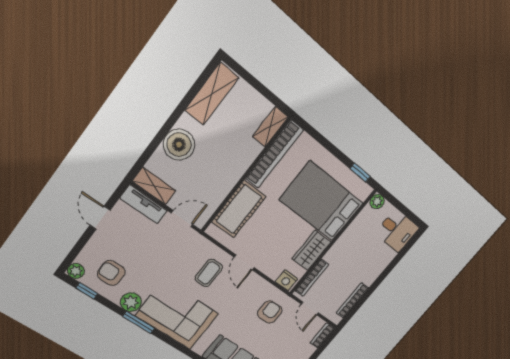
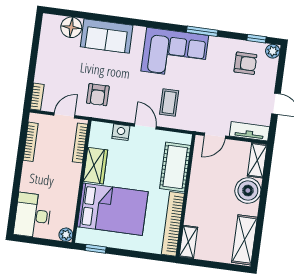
shelving: (154, 186) -> (257, 160), moved, turned 90
desk: (397, 231) -> (33, 215), width x1.37
nightstand: (286, 280) -> (121, 132), moved
plant: (131, 302) -> (218, 46), removed
door: (310, 308) -> (64, 115), hinge flipped

